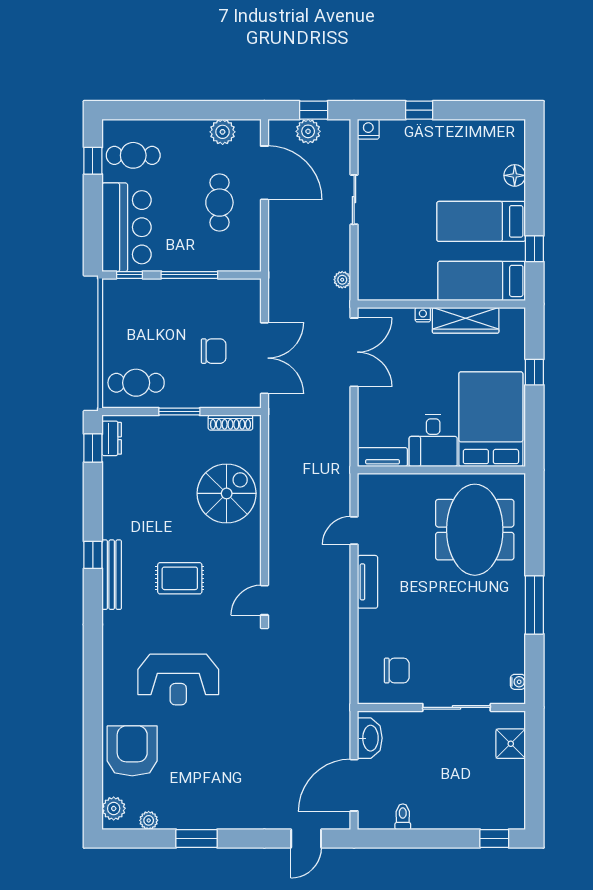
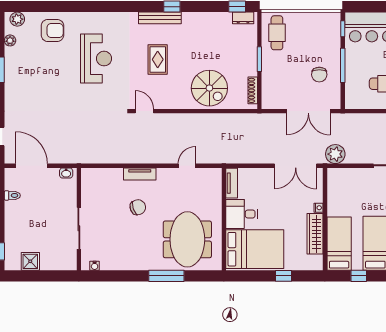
plant: (342, 280) -> (335, 154), width x1.88, depth x1.88
chair: (214, 351) -> (319, 75), moved
double door: (264, 358) -> (308, 111), moved
meeting table: (475, 530) -> (187, 239), turned 90
door: (354, 531) -> (187, 166), hinge flipped
tv unit: (367, 582) -> (140, 174), moved
window: (534, 605) -> (166, 276), moved
chair: (397, 671) -> (138, 207), moved, turned -109
reception desk: (178, 679) -> (96, 59), turned 180
washbasin: (370, 738) -> (66, 173), width x0.52, depth x0.69
shower: (511, 744) -> (30, 261), moved
armchair: (132, 751) -> (52, 30), width x0.73, depth x0.73

